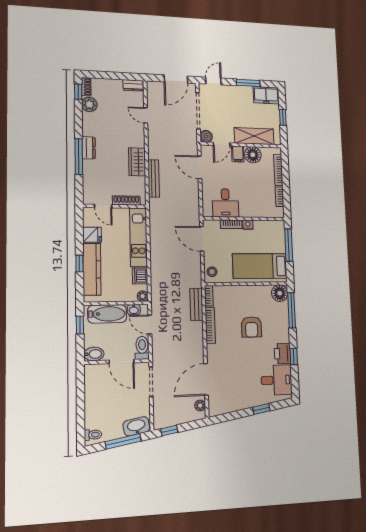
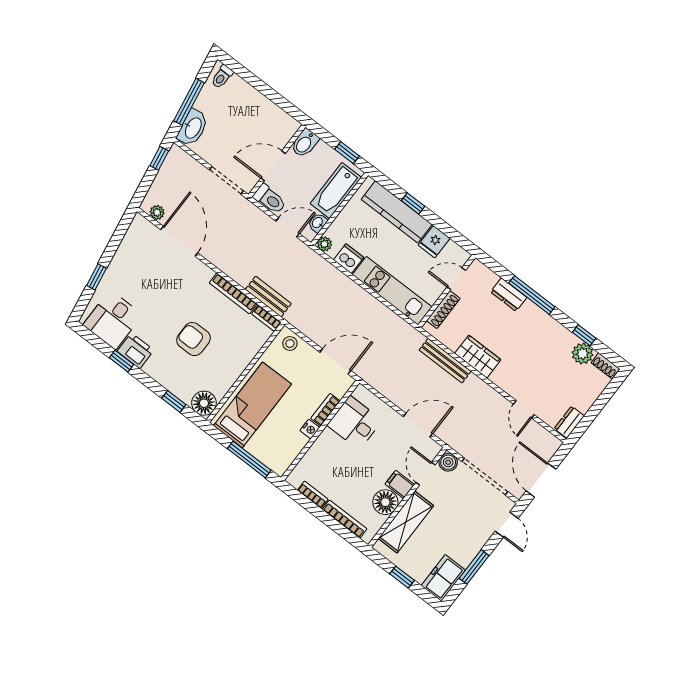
window: (78, 92) -> (584, 335), moved
door: (146, 115) -> (524, 409), swing flipped
dresser: (89, 148) -> (509, 295), moved
window: (292, 310) -> (174, 401), width x0.46

